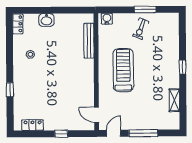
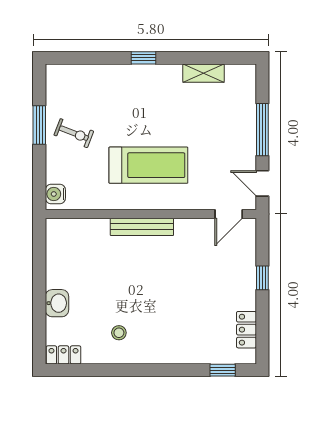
bench: (89, 41) -> (142, 227), moved
treadmill: (123, 70) -> (148, 165), turned 180
window: (10, 90) -> (223, 370), moved

